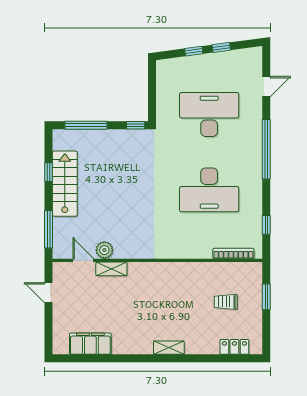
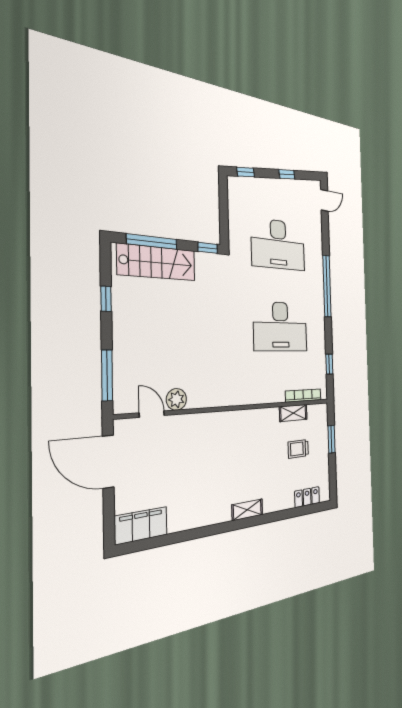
window: (194, 51) -> (246, 172), moved
door: (266, 87) -> (324, 200), moved
desk: (209, 115) -> (278, 244), turned 180
stairs: (65, 184) -> (157, 262), moved, turned 90
shelving: (111, 269) -> (293, 413), moved
door: (49, 293) -> (108, 462), width x1.88
filing cabinet: (90, 344) -> (141, 526), moved

